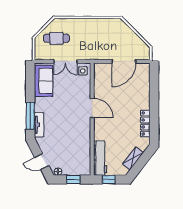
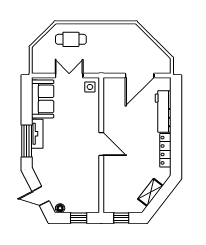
cafe table: (56, 38) -> (71, 39), moved
double door: (65, 61) -> (69, 75), swing flipped
door: (92, 108) -> (101, 144), moved
tv unit: (39, 125) -> (37, 134), moved
workbench: (100, 158) -> (163, 111), moved, turned 180

